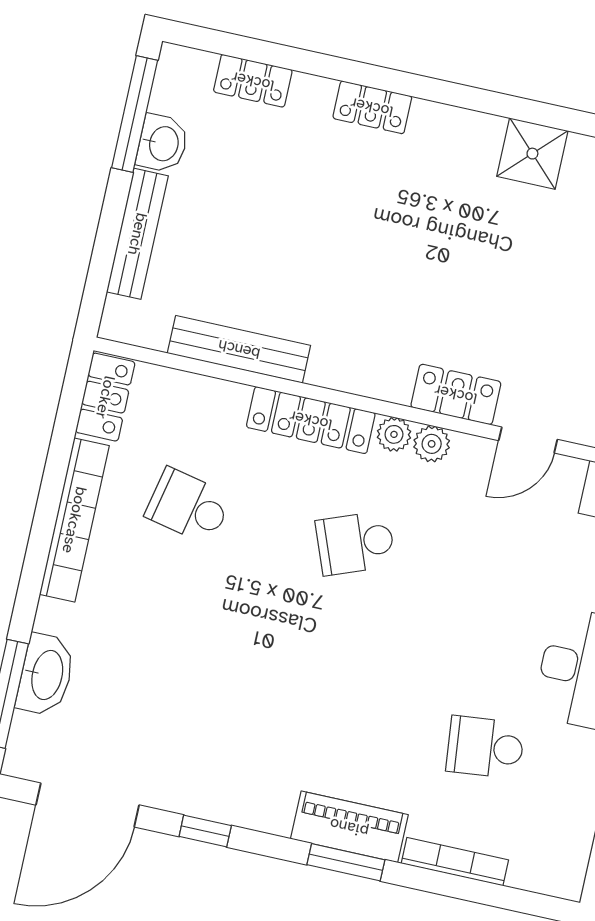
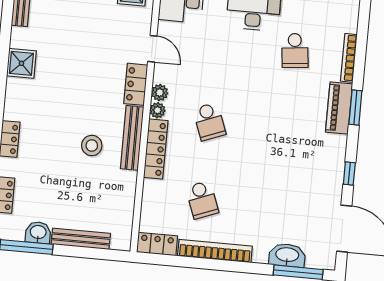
stool: (336, 283) -> (92, 146), added
bench: (239, 349) -> (132, 138), moved
school desk: (188, 506) -> (202, 200), turned -33

